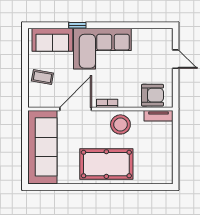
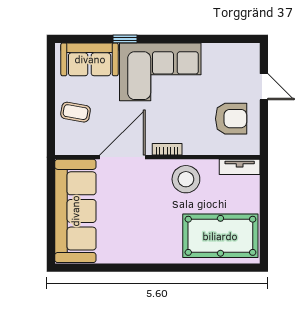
armchair: (152, 95) -> (231, 119), moved
pool table: (106, 164) -> (220, 236), moved

